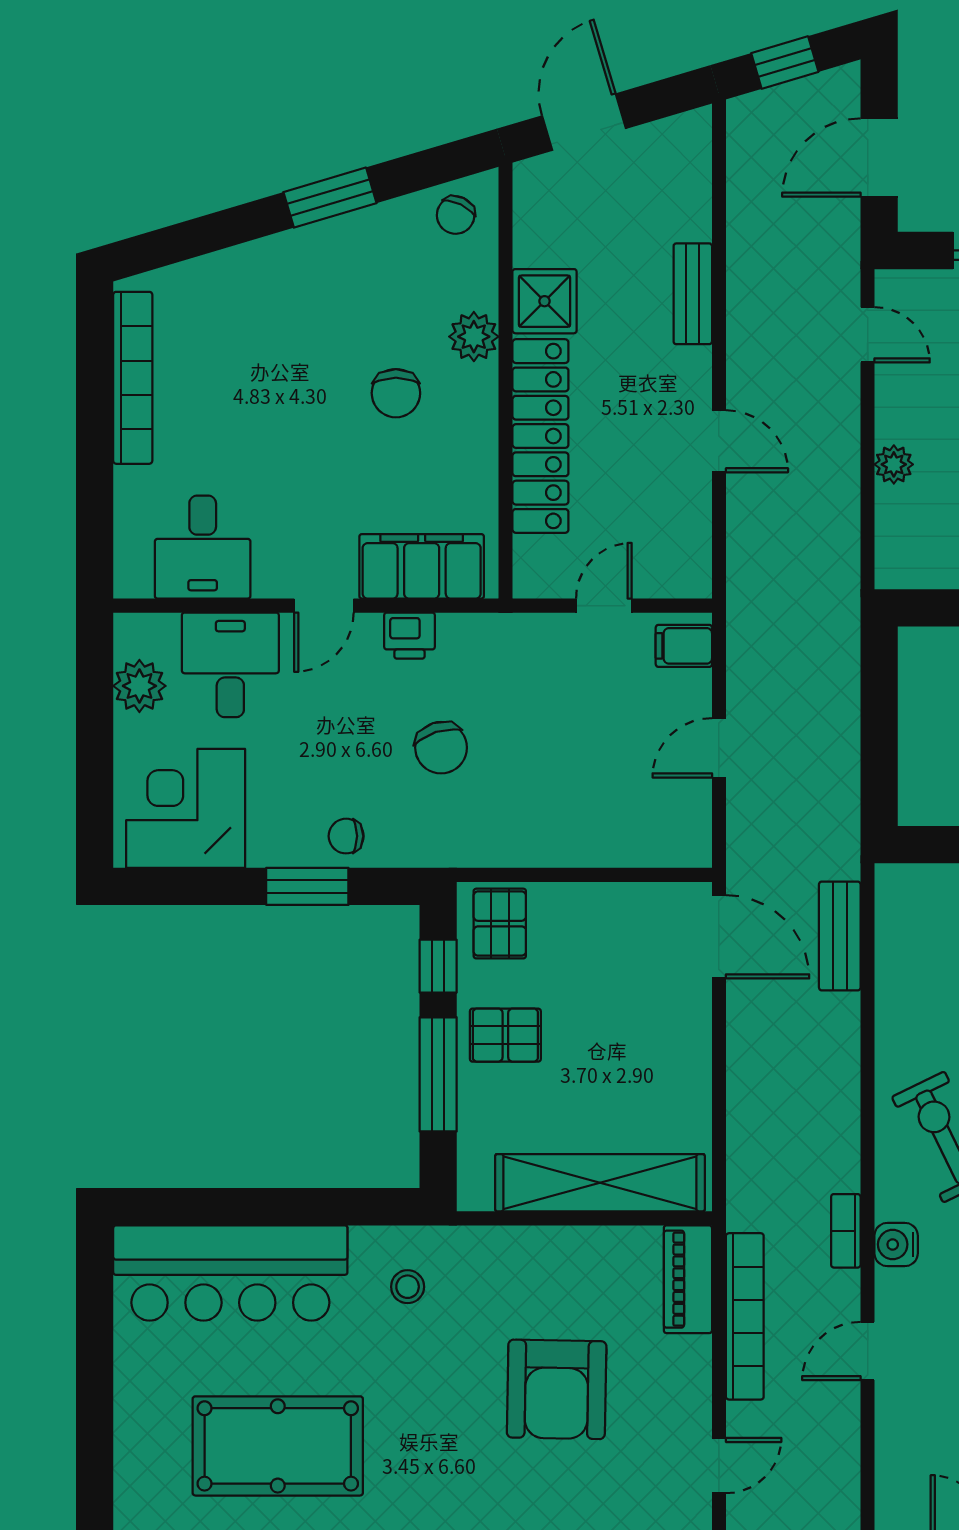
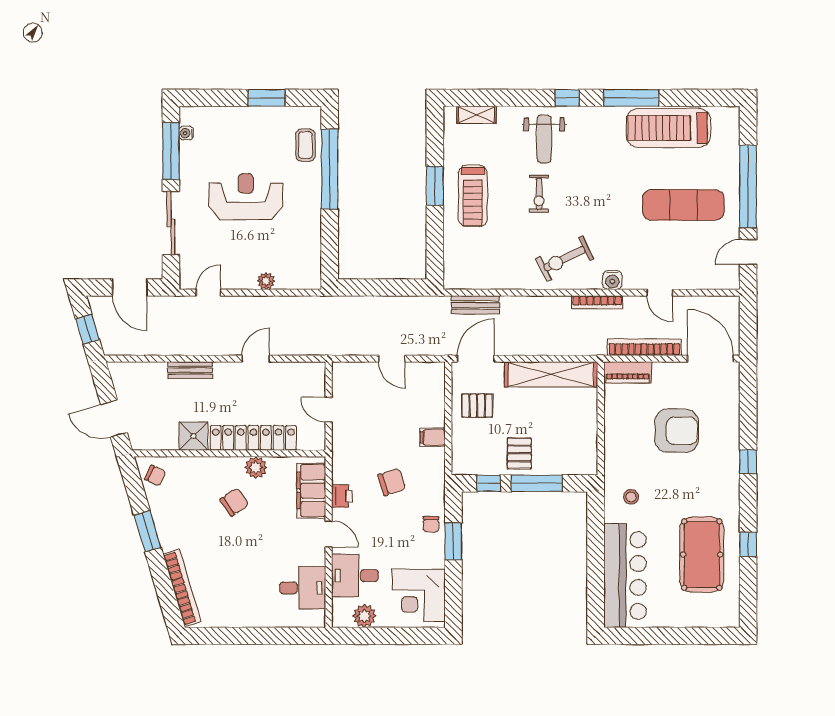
plant: (474, 337) -> (256, 467), moved
bookcase: (133, 378) -> (182, 588), moved, turned 73
chair: (396, 393) -> (234, 502), turned -34
filing cabinet: (684, 646) -> (433, 437), moved, turned 90
pallet: (500, 924) -> (477, 406), moved
shelving: (600, 1183) -> (551, 374), moved, turned 90
bookcase: (846, 1231) -> (597, 302), width x1.56
door: (719, 1466) -> (710, 359), width x1.88

